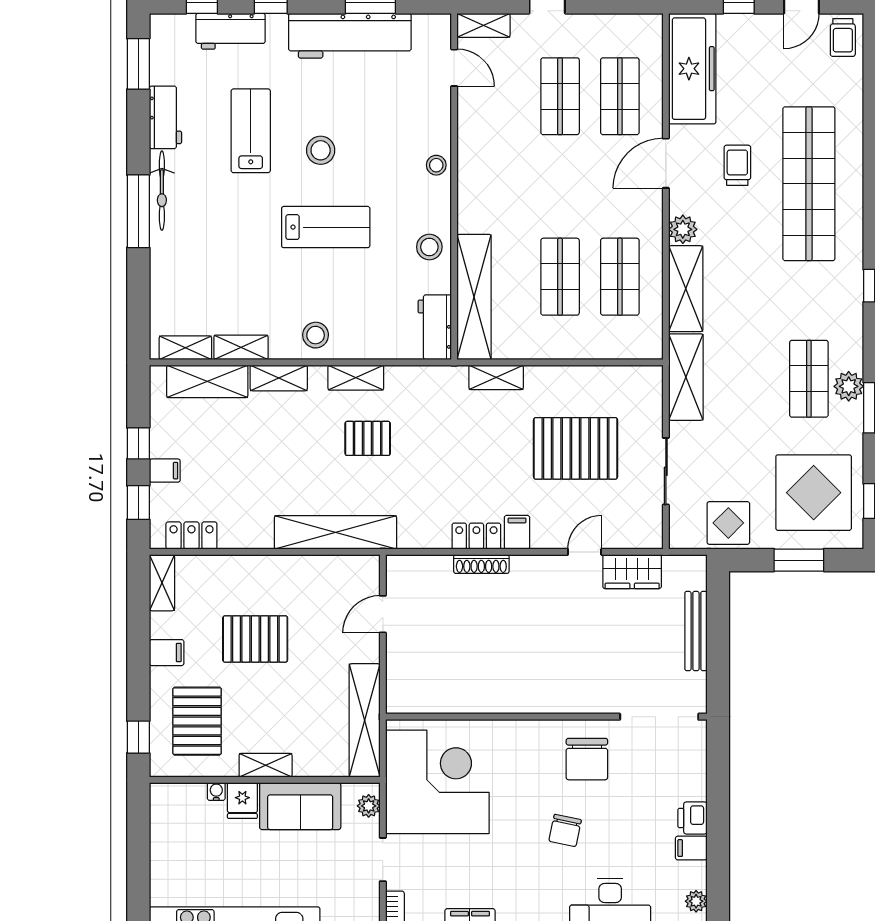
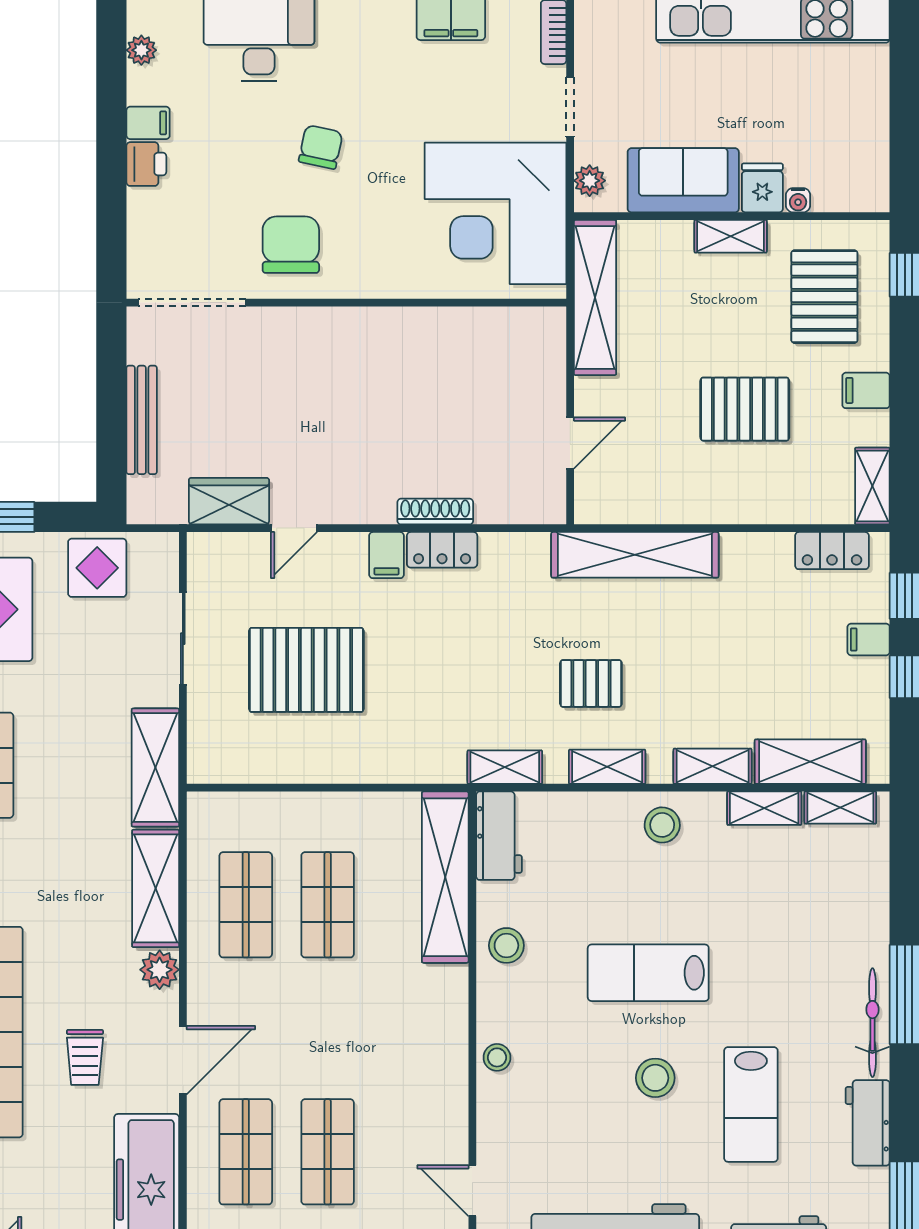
shelving: (496, 377) -> (505, 767), moved

